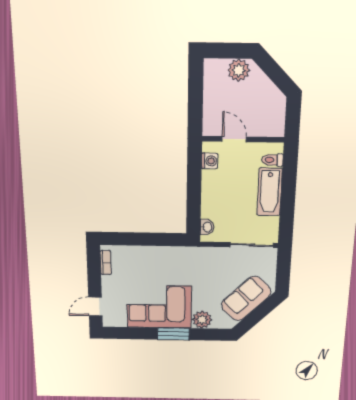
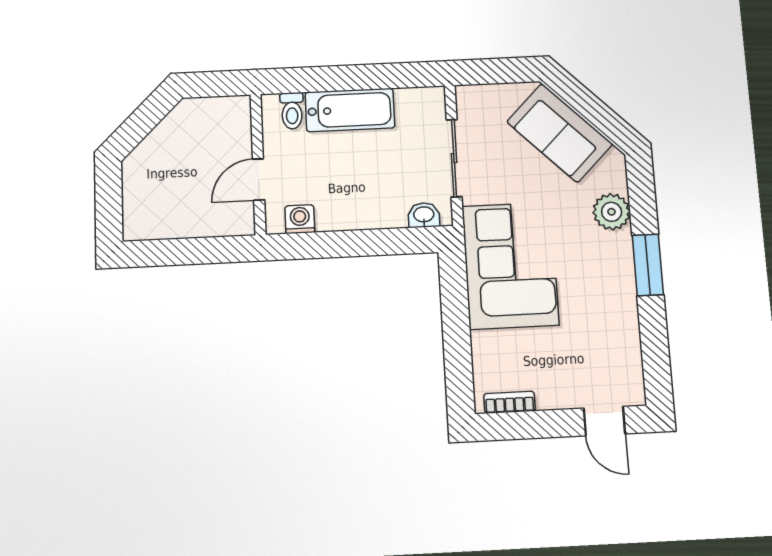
plant: (239, 70) -> (140, 181), removed
sliding door: (252, 245) -> (454, 158), moved
corner sofa: (159, 307) -> (510, 265), moved, turned 180

